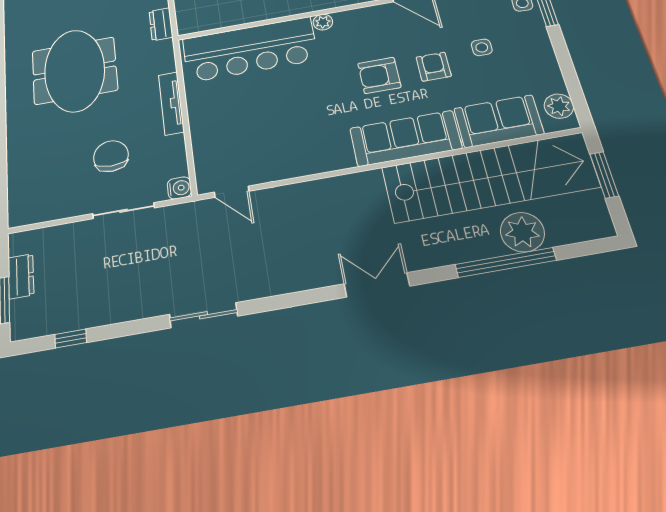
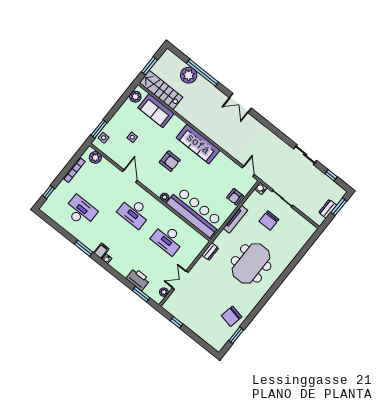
armchair: (434, 67) -> (235, 197), moved
sofa: (406, 138) -> (198, 144), moved
stairs: (490, 177) -> (161, 90), width x0.54, depth x0.66
sliding door: (203, 315) -> (305, 155), moved

